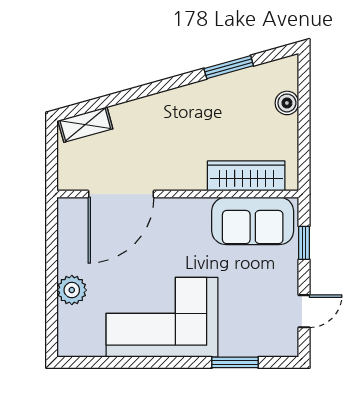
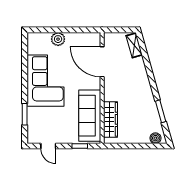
boiler: (287, 103) -> (155, 138), moved
sofa: (253, 221) -> (90, 116), width x1.36

